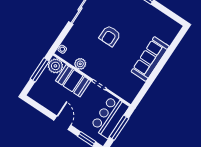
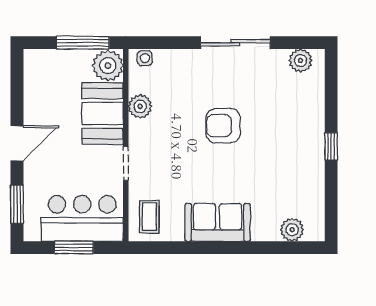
plant: (170, 36) -> (292, 230), added
sofa: (150, 59) -> (218, 222), width x0.73
coffee table: (127, 89) -> (149, 216), added
window: (119, 128) -> (74, 248), width x0.69

